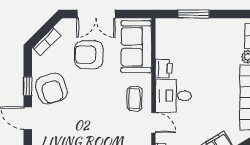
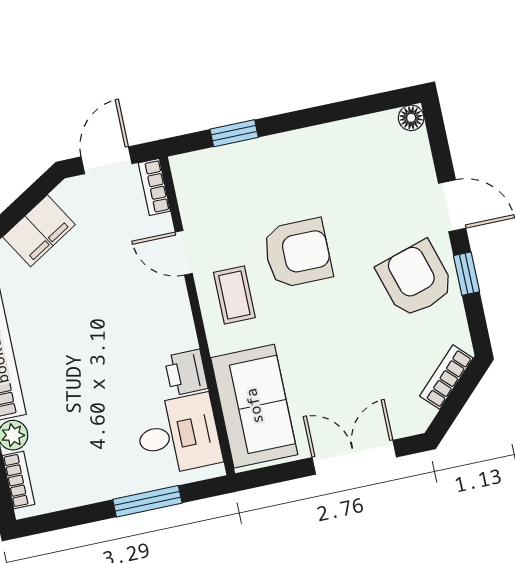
armchair: (89, 55) -> (297, 253), moved
desk: (173, 96) -> (178, 435), moved

